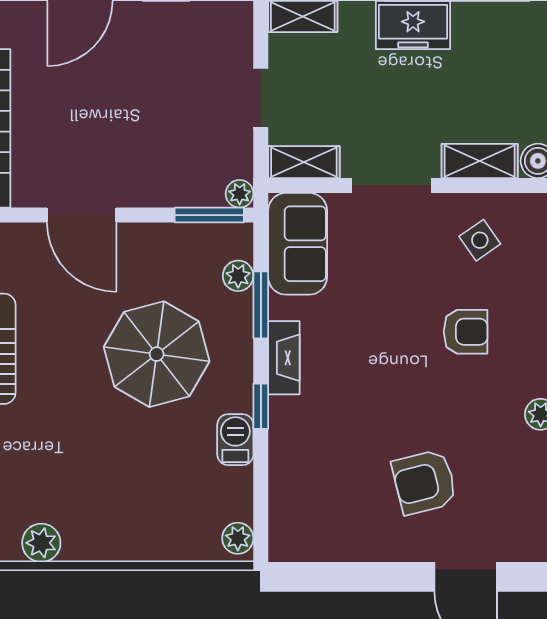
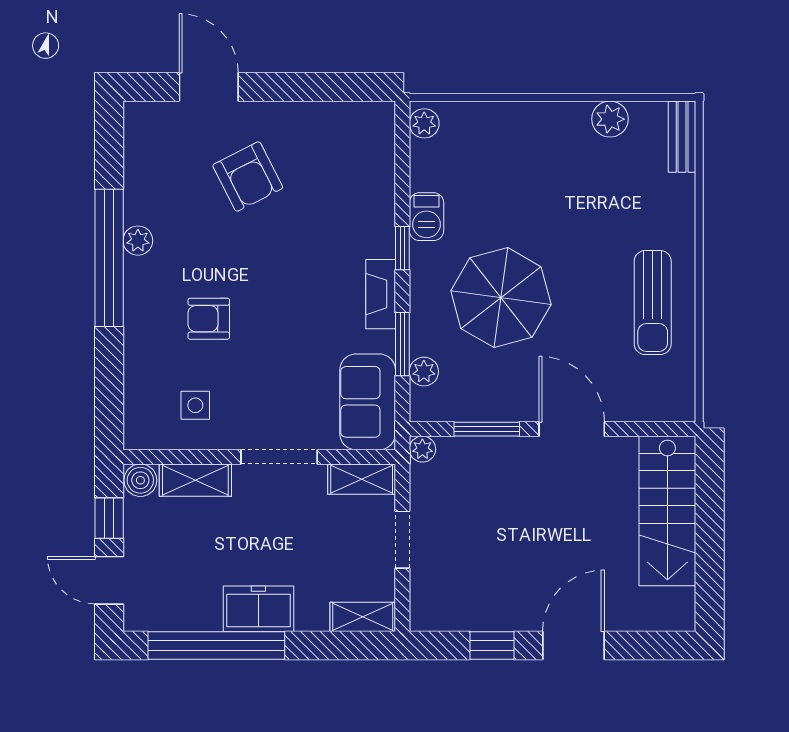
window: (209, 215) -> (487, 429), moved
side table: (480, 240) -> (195, 405), turned 35
armchair: (424, 482) -> (248, 177), turned 77

